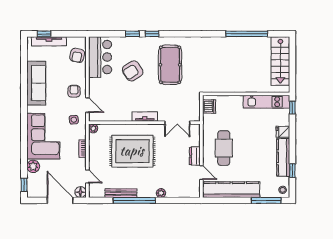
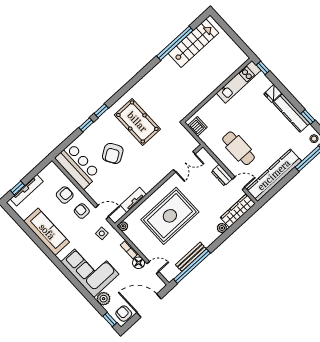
armchair: (77, 55) -> (65, 195), moved, turned -101
stairs: (280, 61) -> (193, 43), moved, turned -90
tv unit: (145, 117) -> (133, 200), moved
armchair: (38, 190) -> (124, 314), added
wardrobe: (183, 191) -> (238, 211), added
floor lamp: (81, 192) -> (139, 263), moved
window: (134, 200) -> (192, 266), moved

